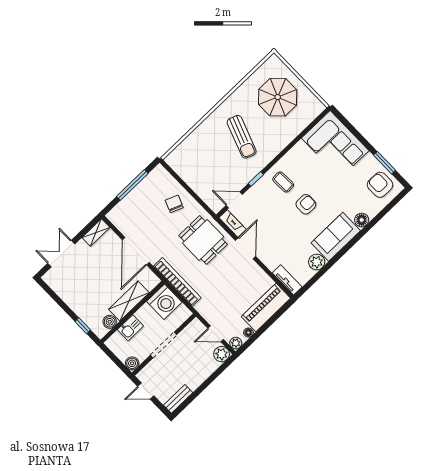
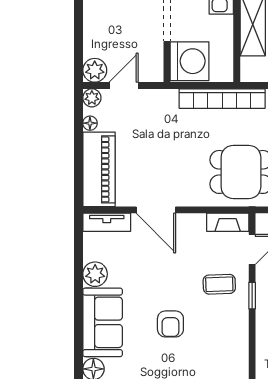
coffee table: (283, 182) -> (219, 284), moved
door: (246, 248) -> (156, 210), moved
washing machine: (164, 302) -> (190, 61), moved, turned 180

